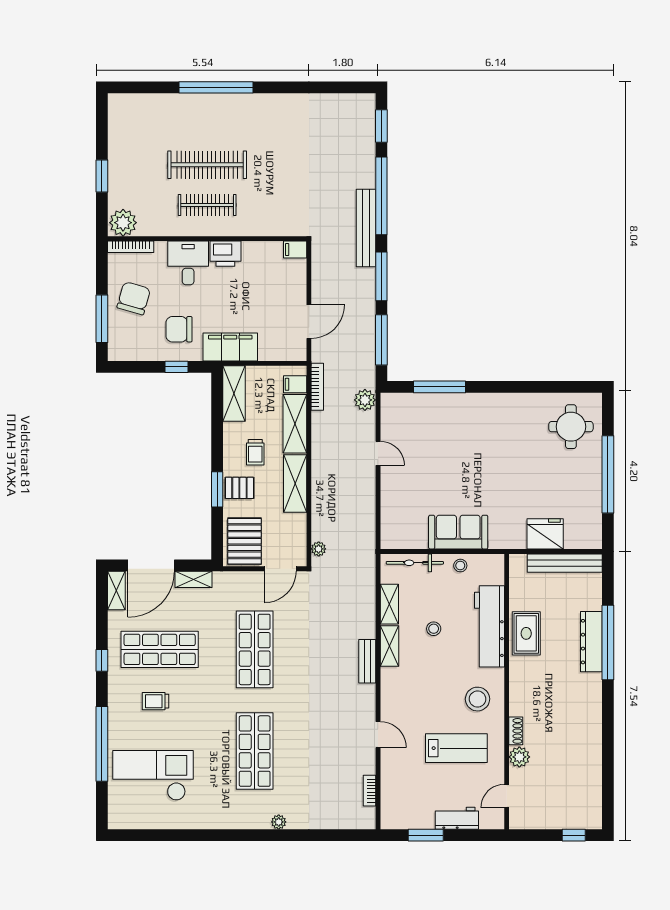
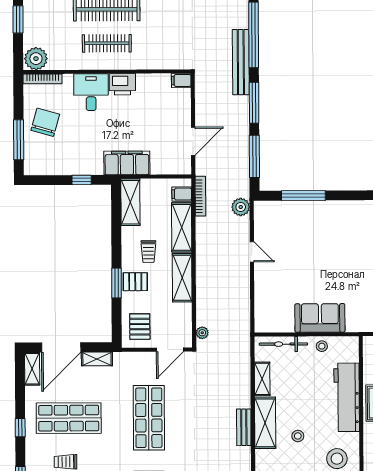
chair: (179, 329) -> (84, 148), removed
pallet: (245, 541) -> (140, 327), width x0.67, depth x0.71
stool: (434, 629) -> (298, 436), moved
shelving: (389, 646) -> (265, 423), width x1.50, depth x1.33

